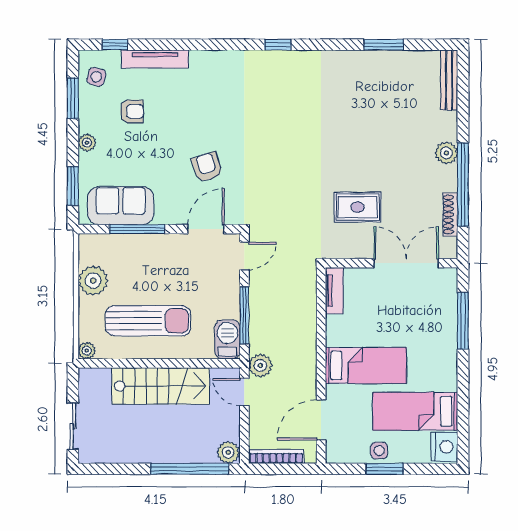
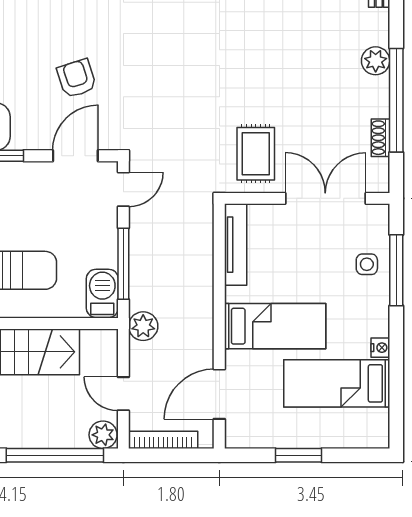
rug: (358, 207) -> (256, 154), moved, turned 90
shoe rack: (450, 215) -> (380, 138), width x0.70
tv unit: (334, 291) -> (236, 245), width x1.41
door: (244, 392) -> (123, 394), moved
nightstand: (444, 447) -> (380, 348), moved, width x0.53, depth x0.56
side table: (379, 451) -> (367, 264), moved

